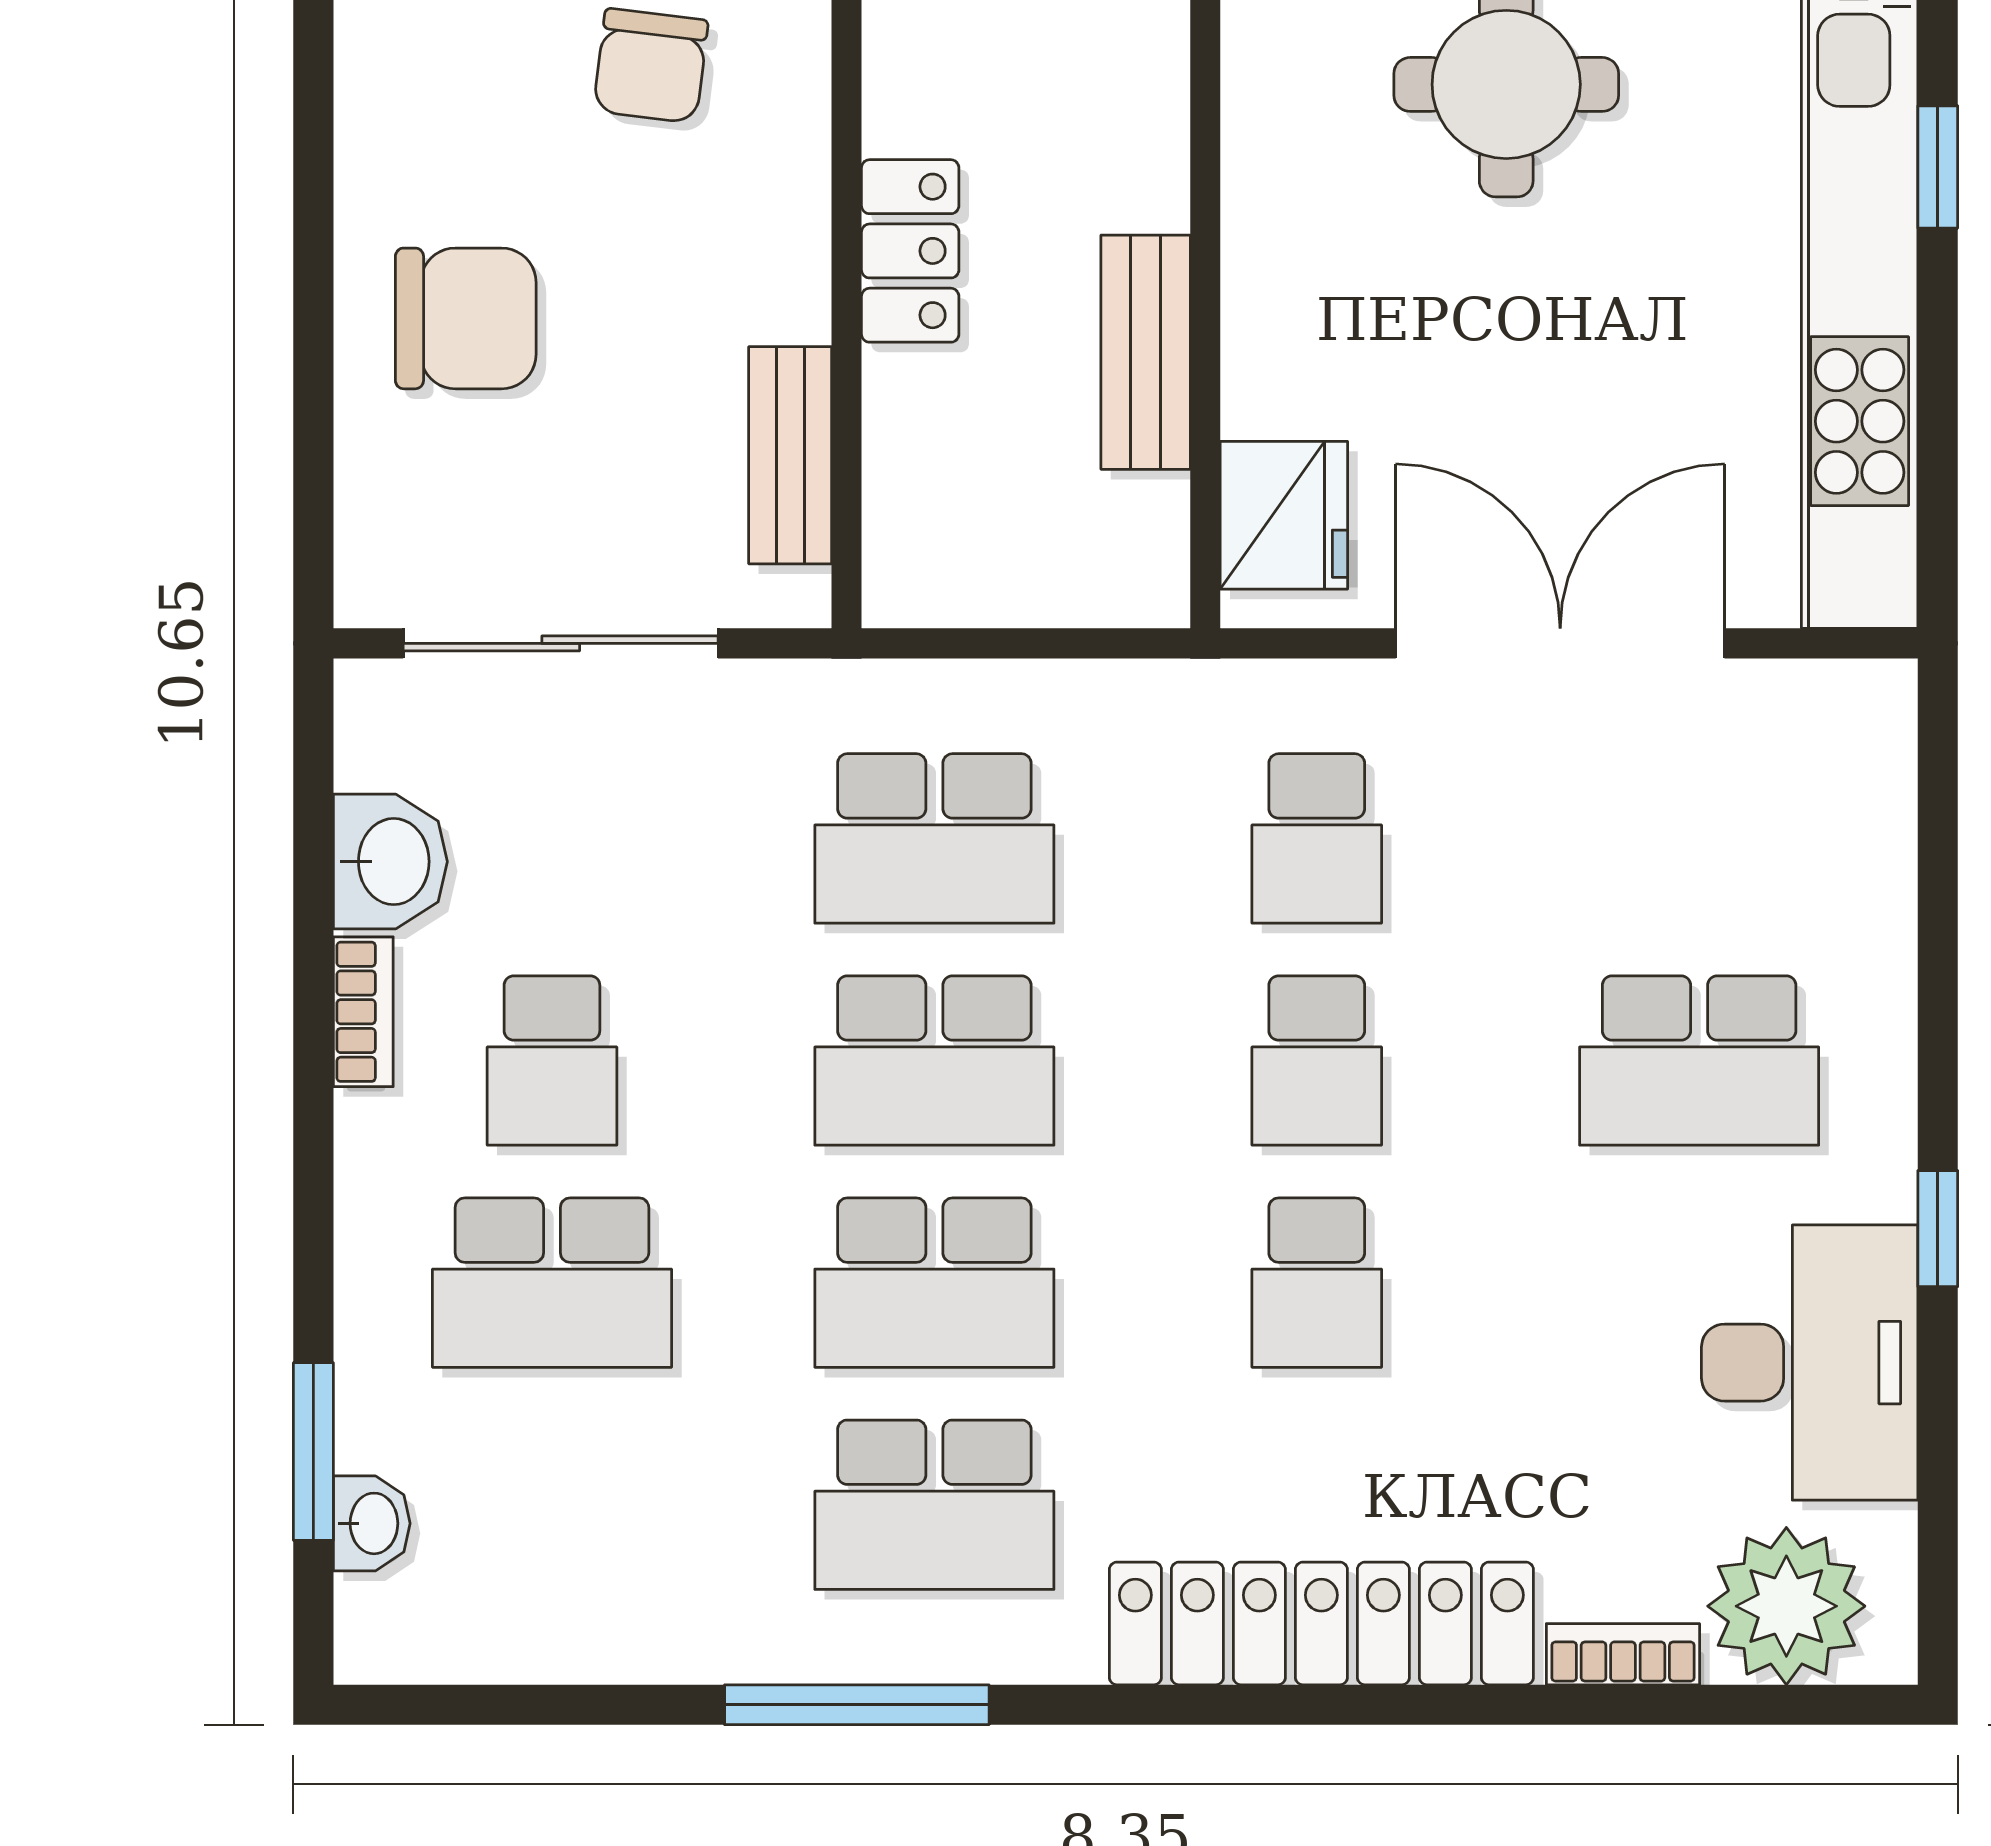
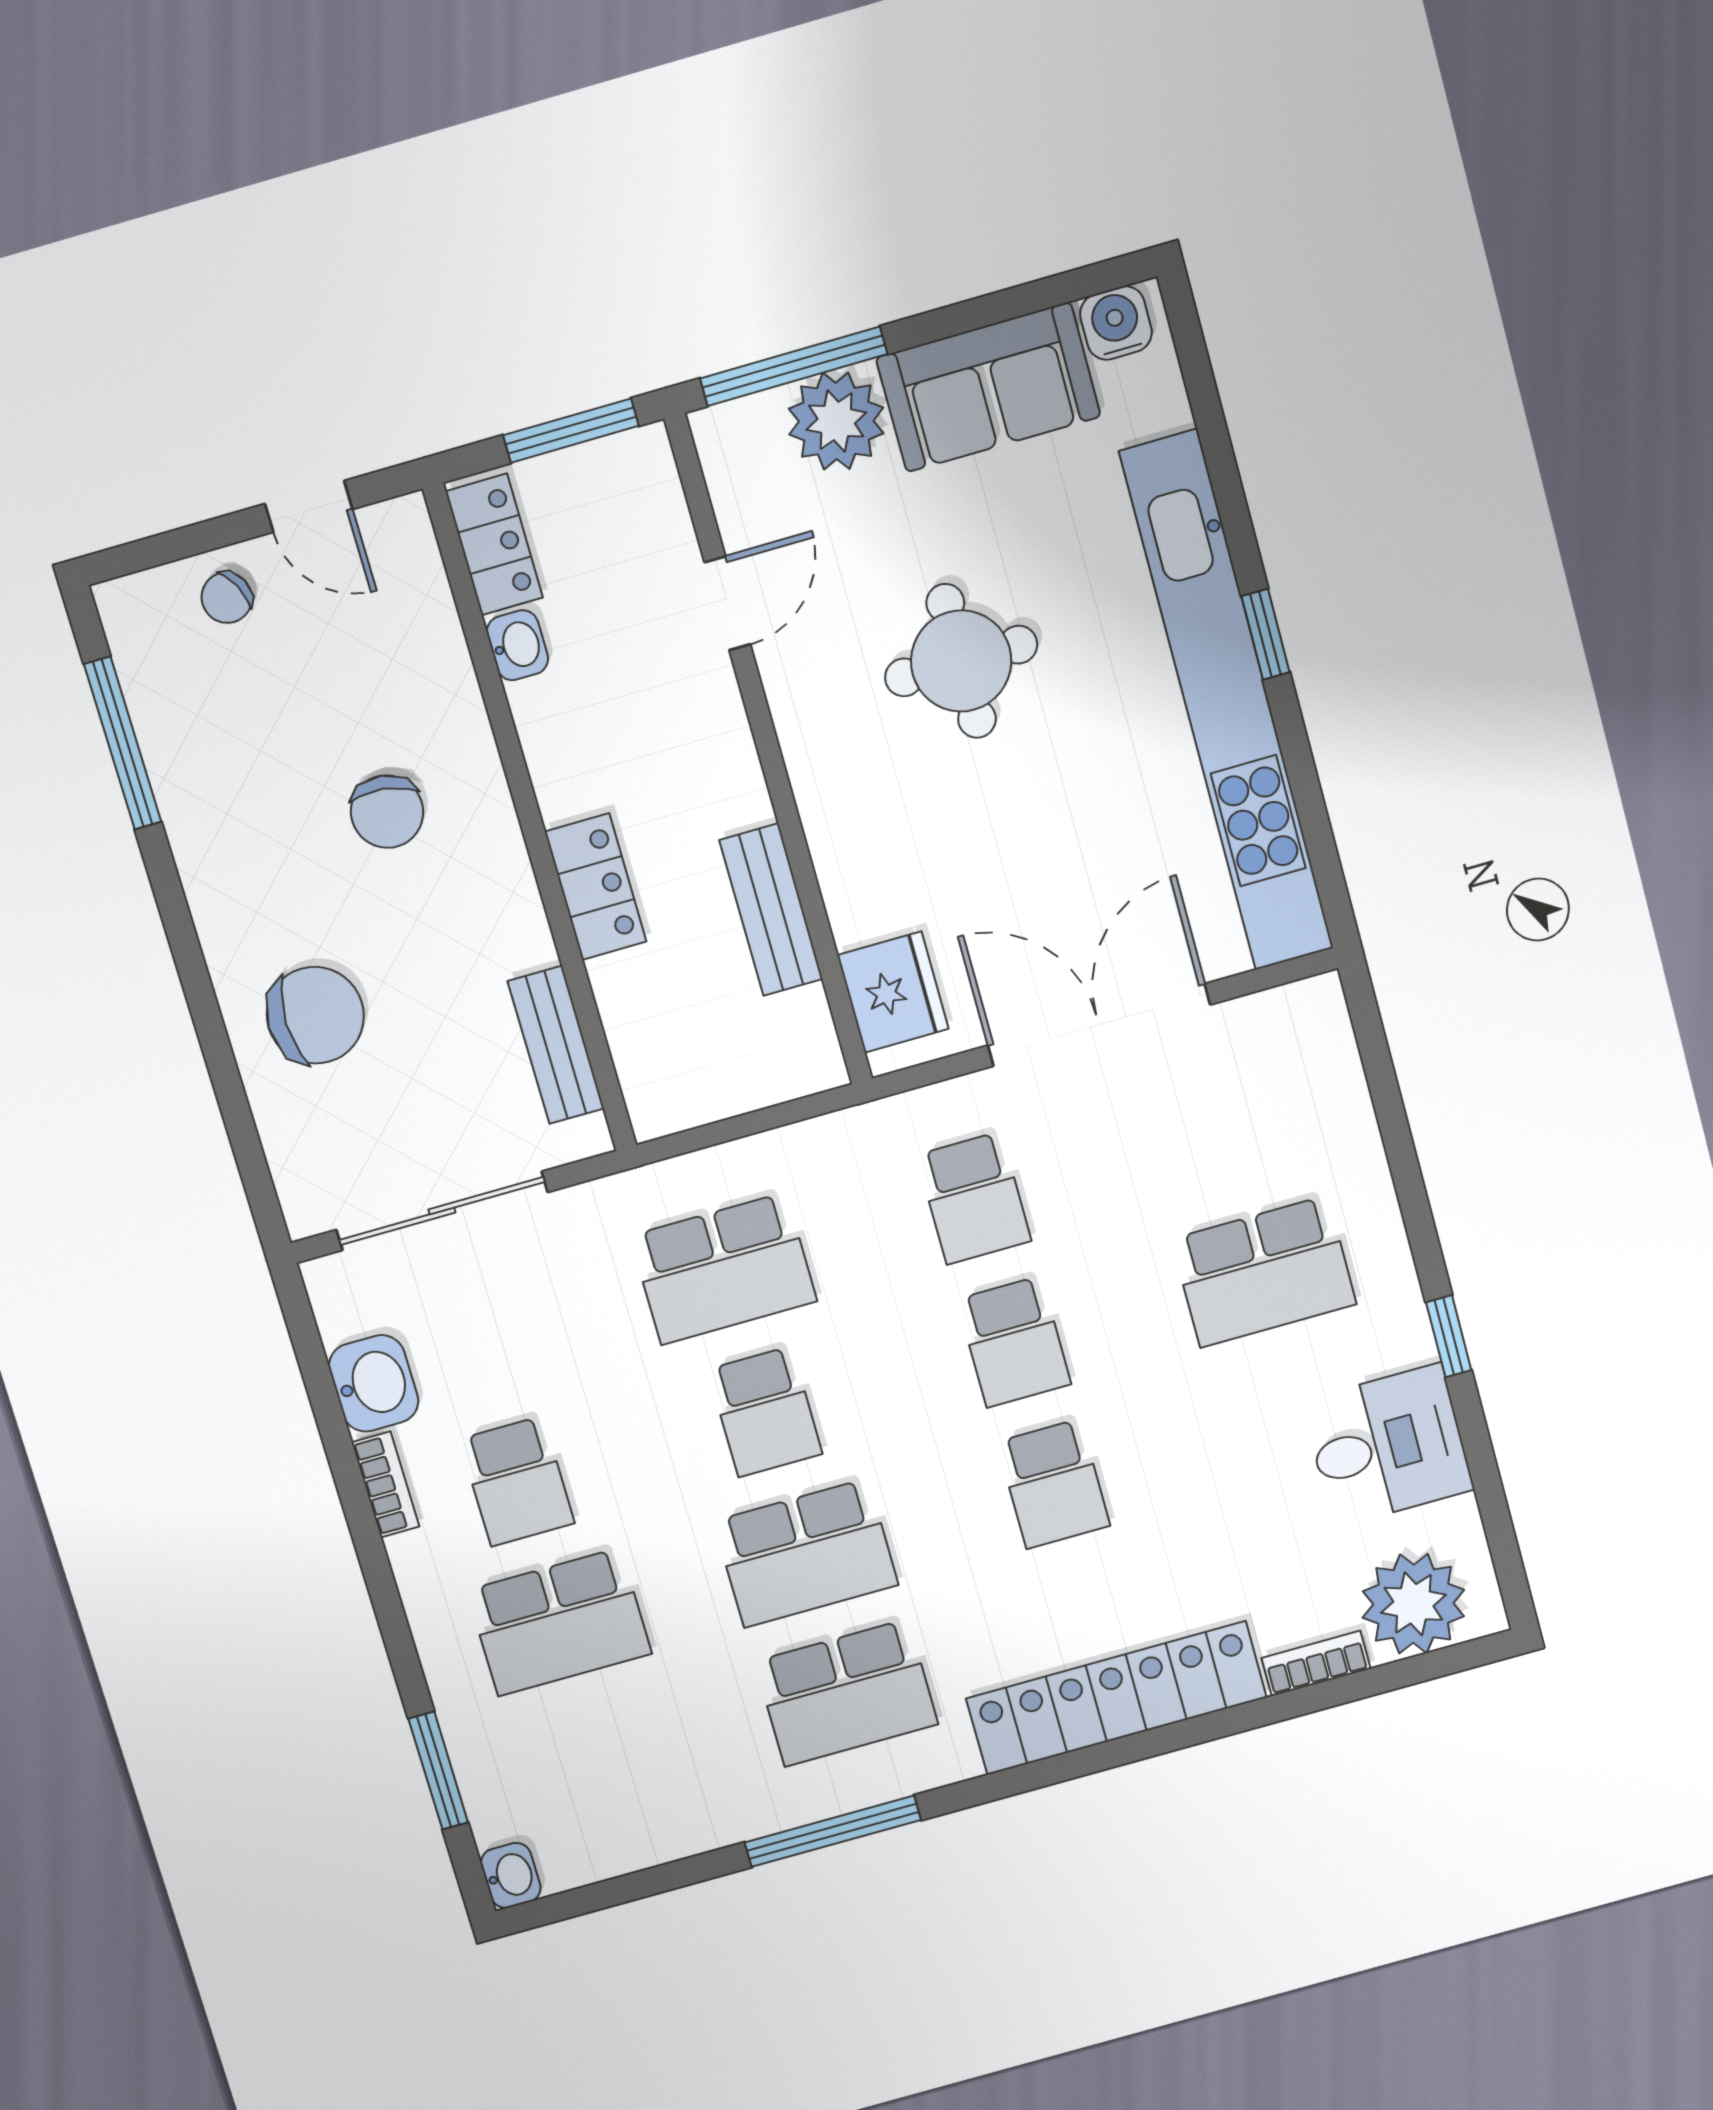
school desk: (934, 1061) -> (765, 1412), width x0.54
desk: (1810, 1363) -> (1388, 1445), width x0.73
washbasin: (372, 1523) -> (511, 1875), moved

